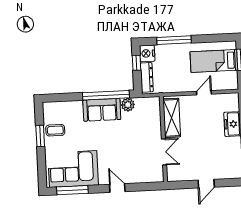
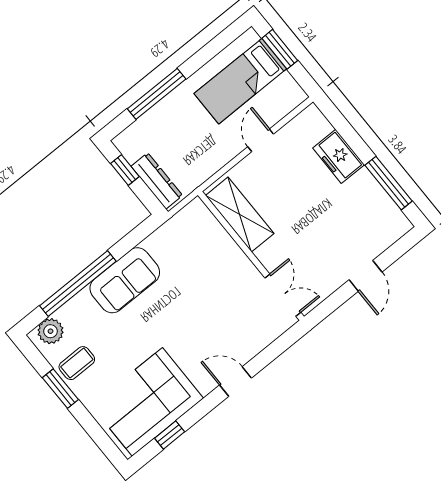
nightstand: (147, 53) -> (131, 144), removed
window: (106, 95) -> (78, 284), moved
plant: (128, 105) -> (51, 331), moved
double door: (164, 152) -> (283, 295), moved
window: (72, 190) -> (170, 435), width x0.46

